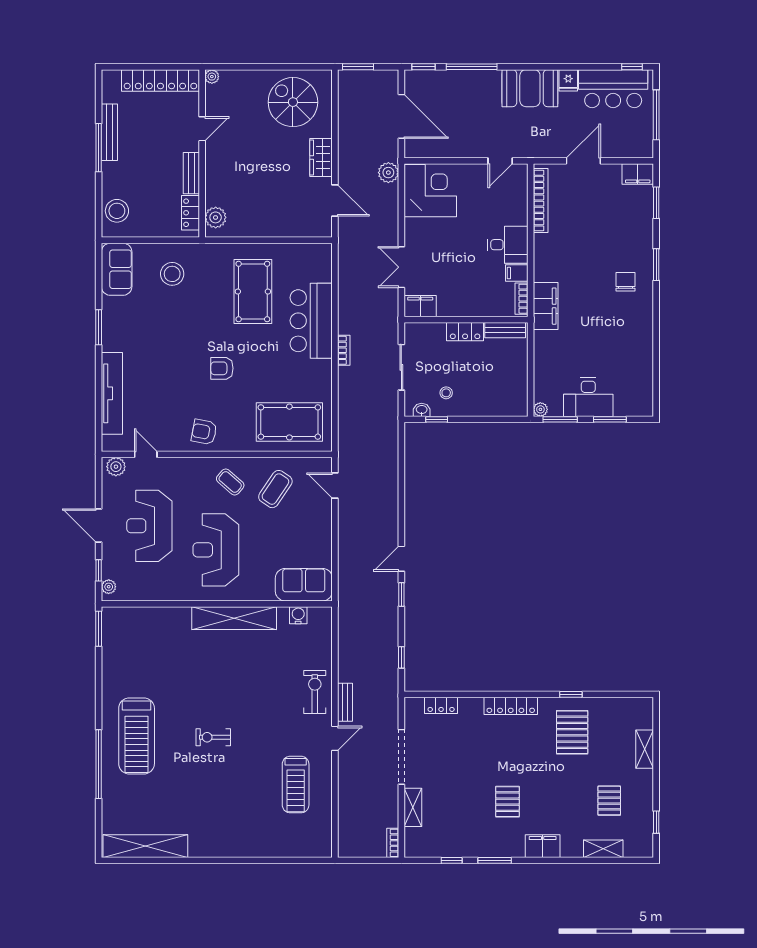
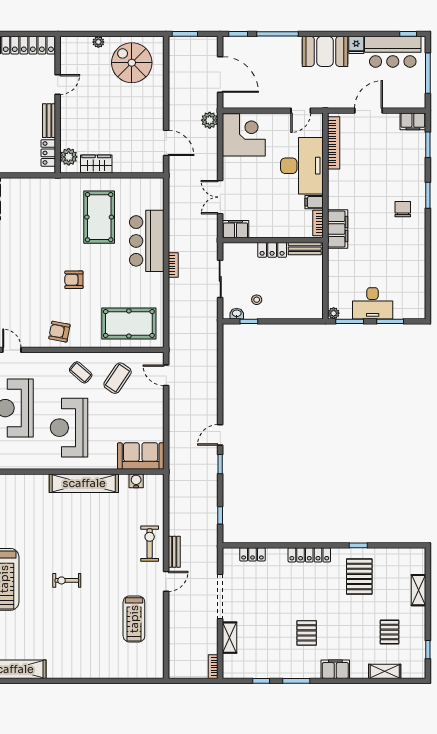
plant: (212, 77) -> (98, 42), moved
wardrobe: (321, 157) -> (96, 164), moved, turned 90
desk: (508, 245) -> (302, 166), width x1.87, depth x1.30
stool: (172, 274) -> (33, 203), removed

